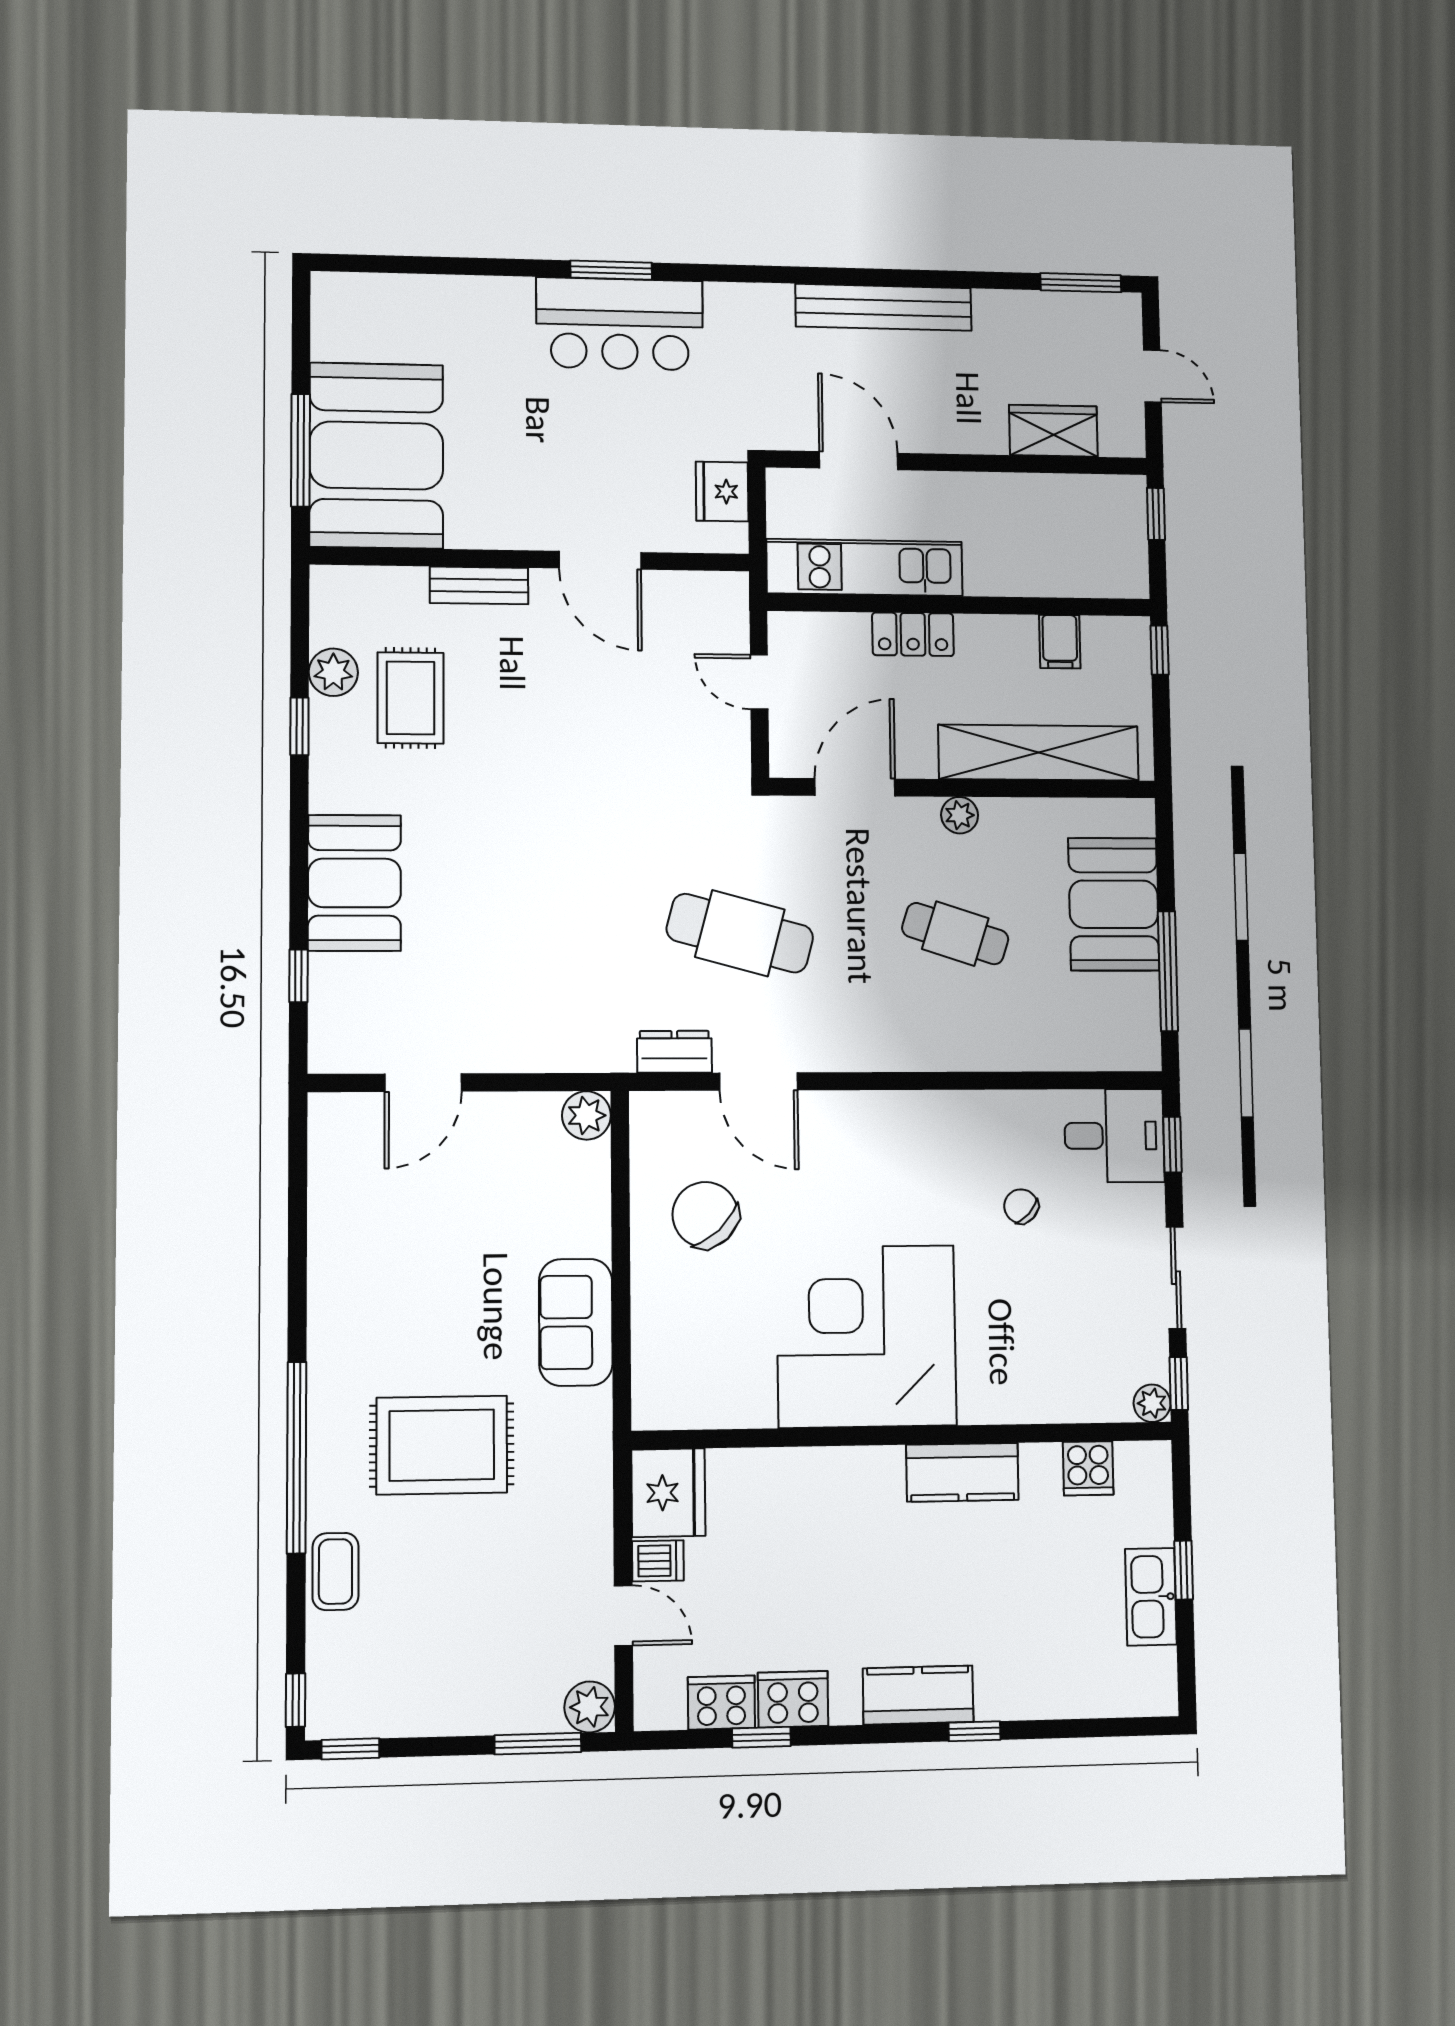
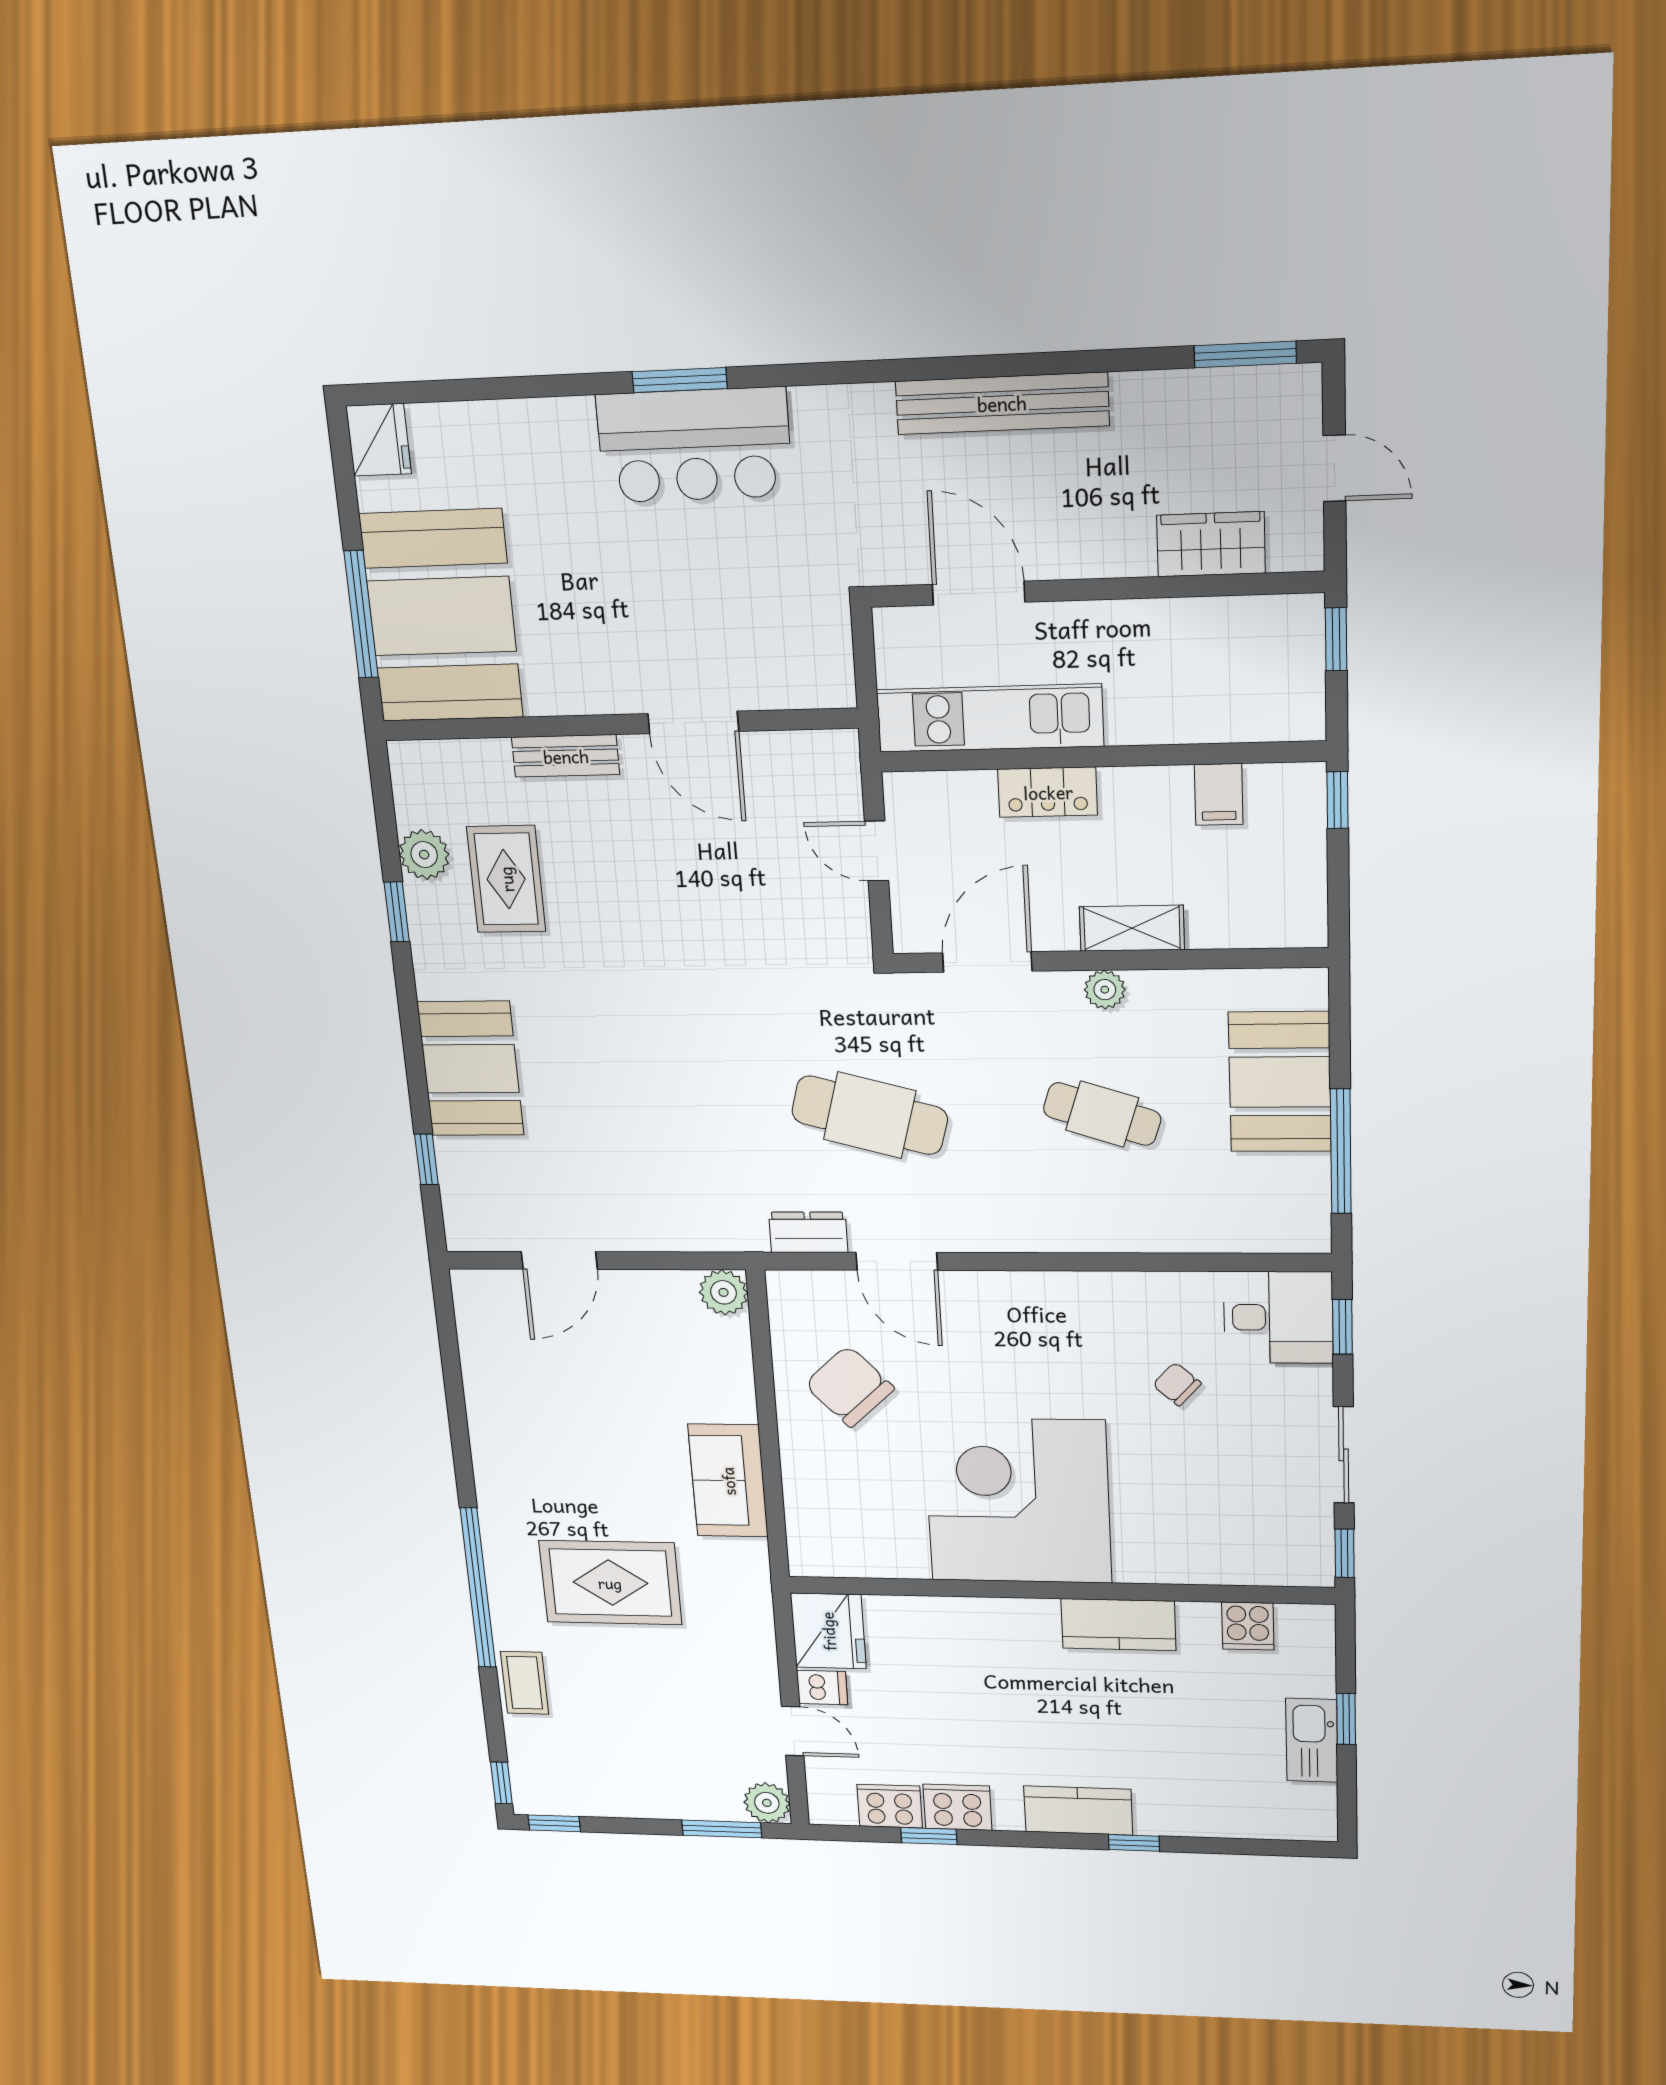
fridge: (722, 492) -> (379, 440), moved, turned 180
shelving: (1039, 753) -> (1132, 928), width x0.45, depth x0.75
plant: (1152, 1403) -> (1316, 1570), removed

